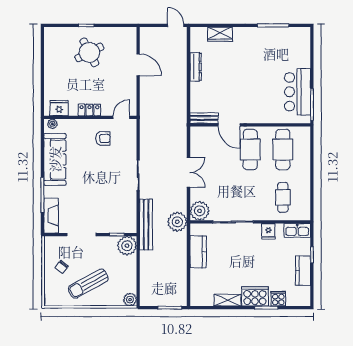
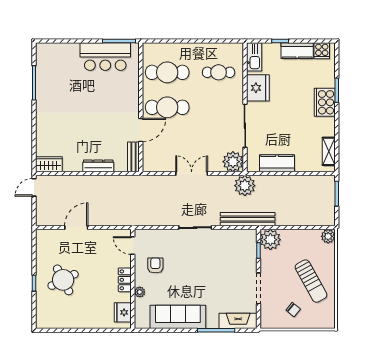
wardrobe: (220, 34) -> (49, 164), moved, turned -90
dresser: (196, 67) -> (98, 166), moved
plant: (52, 124) -> (140, 292), moved
fridge: (268, 231) -> (258, 88), width x1.88, depth x1.34
cooker: (278, 299) -> (322, 51), moved, turned -90
shelving: (228, 300) -> (329, 151), moved

